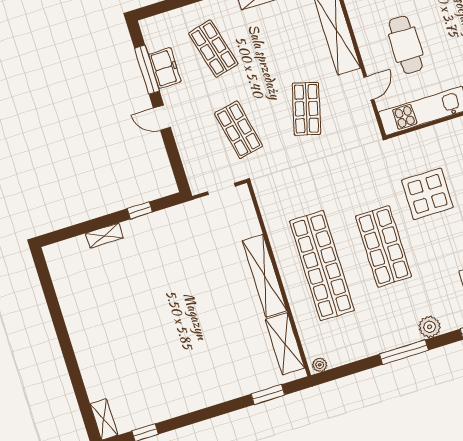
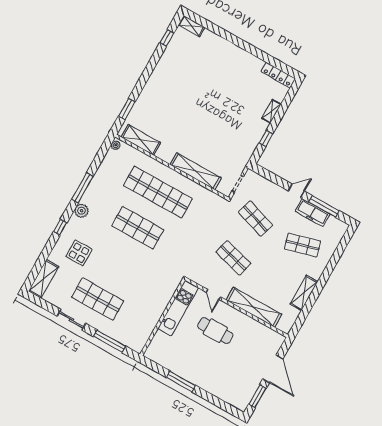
freezer: (165, 68) -> (313, 213), width x1.40
shop shelf: (239, 130) -> (255, 219), turned 30
display table: (427, 194) -> (140, 271), removed
locker: (57, 270) -> (278, 75), added
shelving: (265, 276) -> (196, 171), moved

